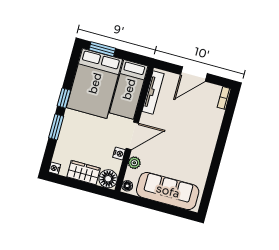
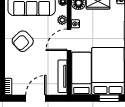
armchair: (191, 150) -> (23, 41), added

